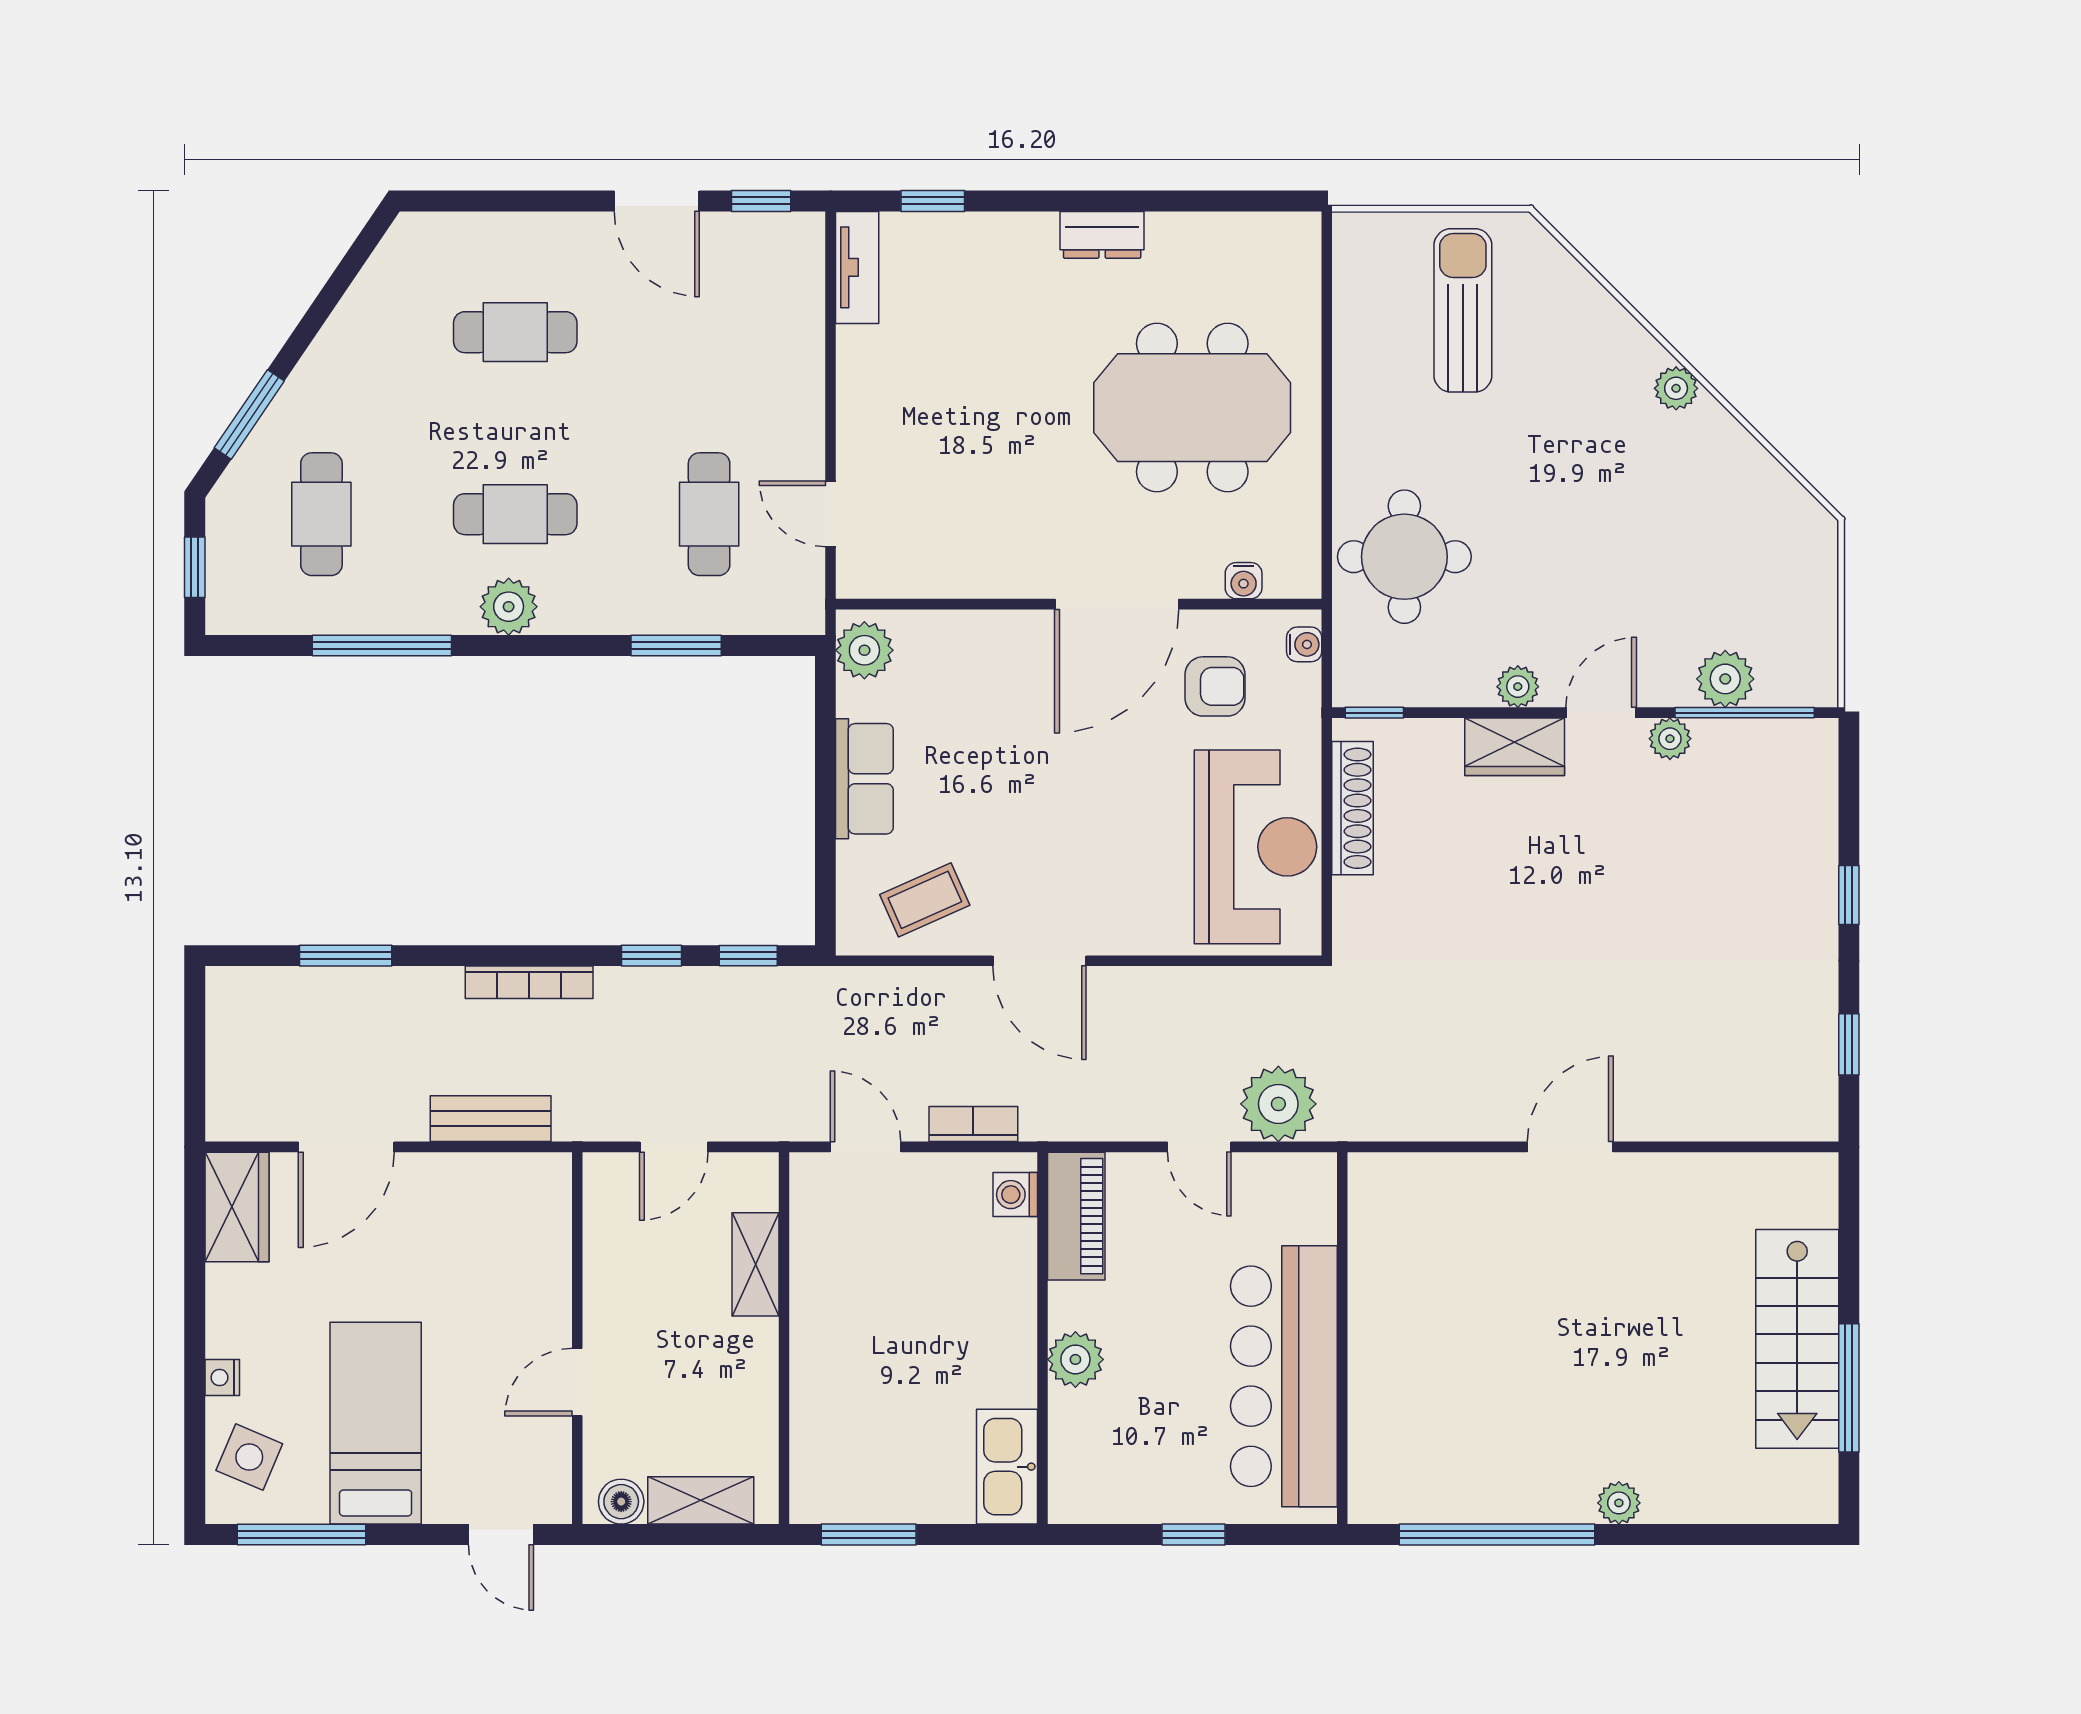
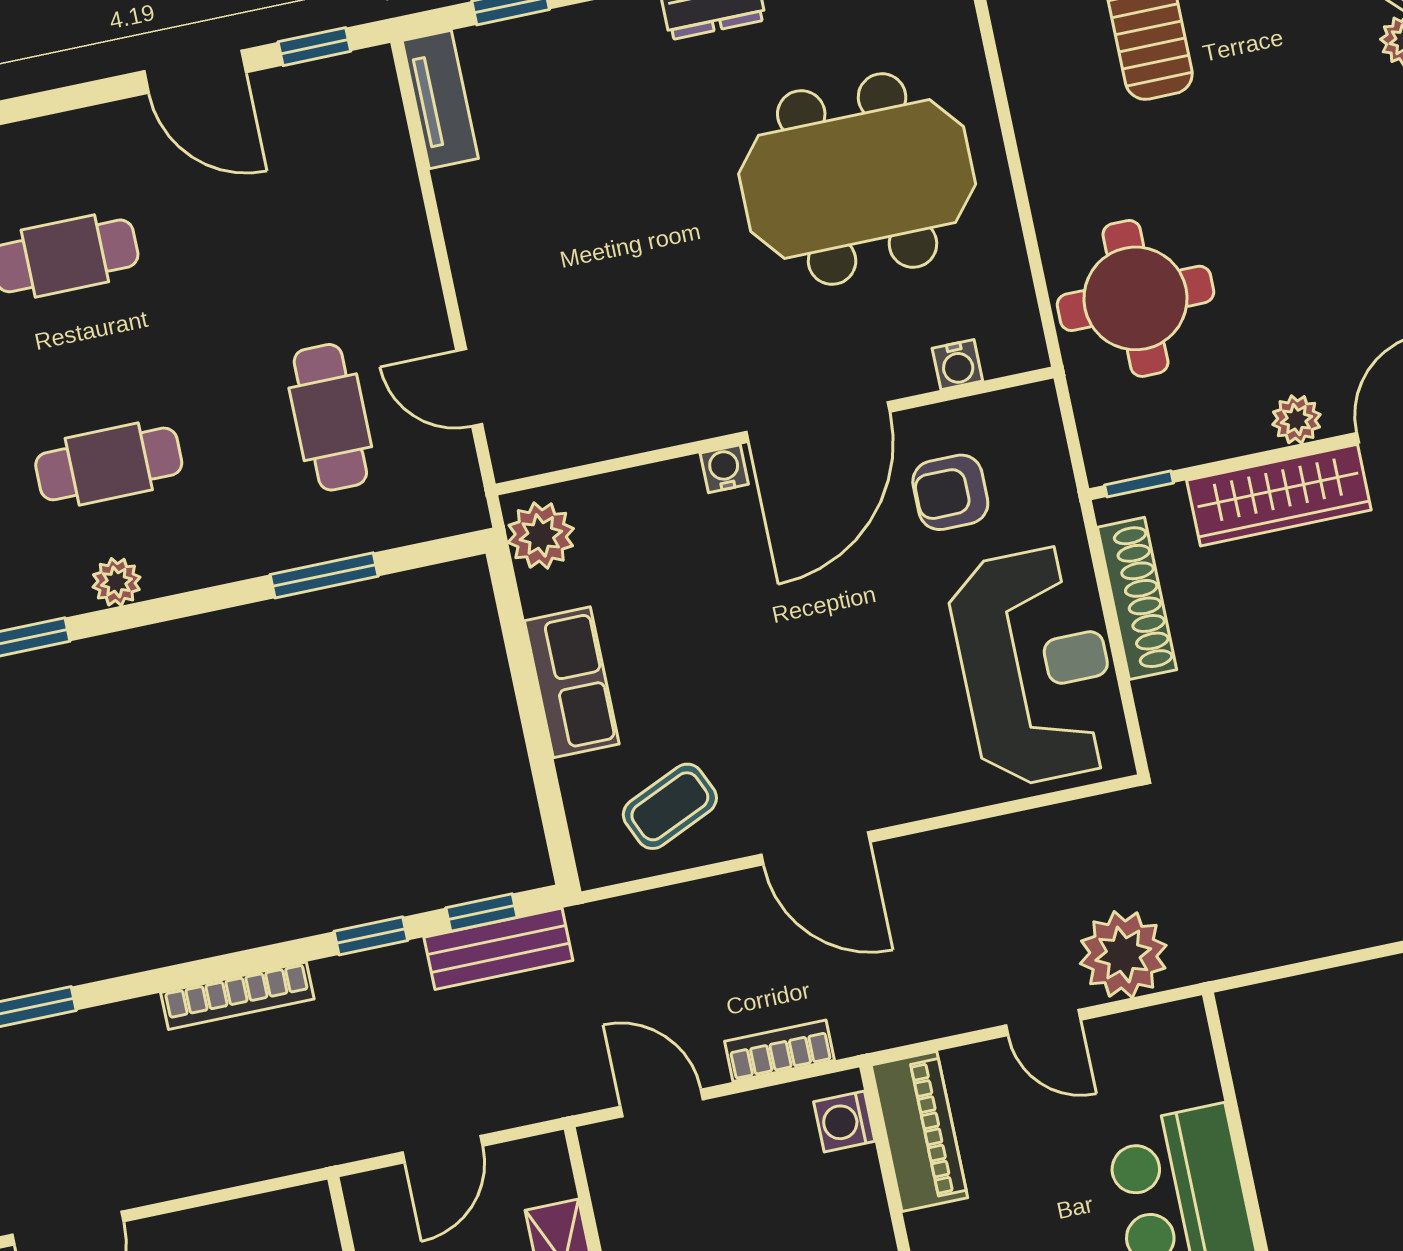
plant: (509, 607) -> (116, 582), width x0.73, depth x0.73
water cooler: (1304, 644) -> (724, 469), moved, turned -90
armchair: (1215, 686) -> (950, 492), turned 180
wardrobe: (1515, 747) -> (1279, 495), width x1.50
bench: (491, 1119) -> (498, 949), moved

